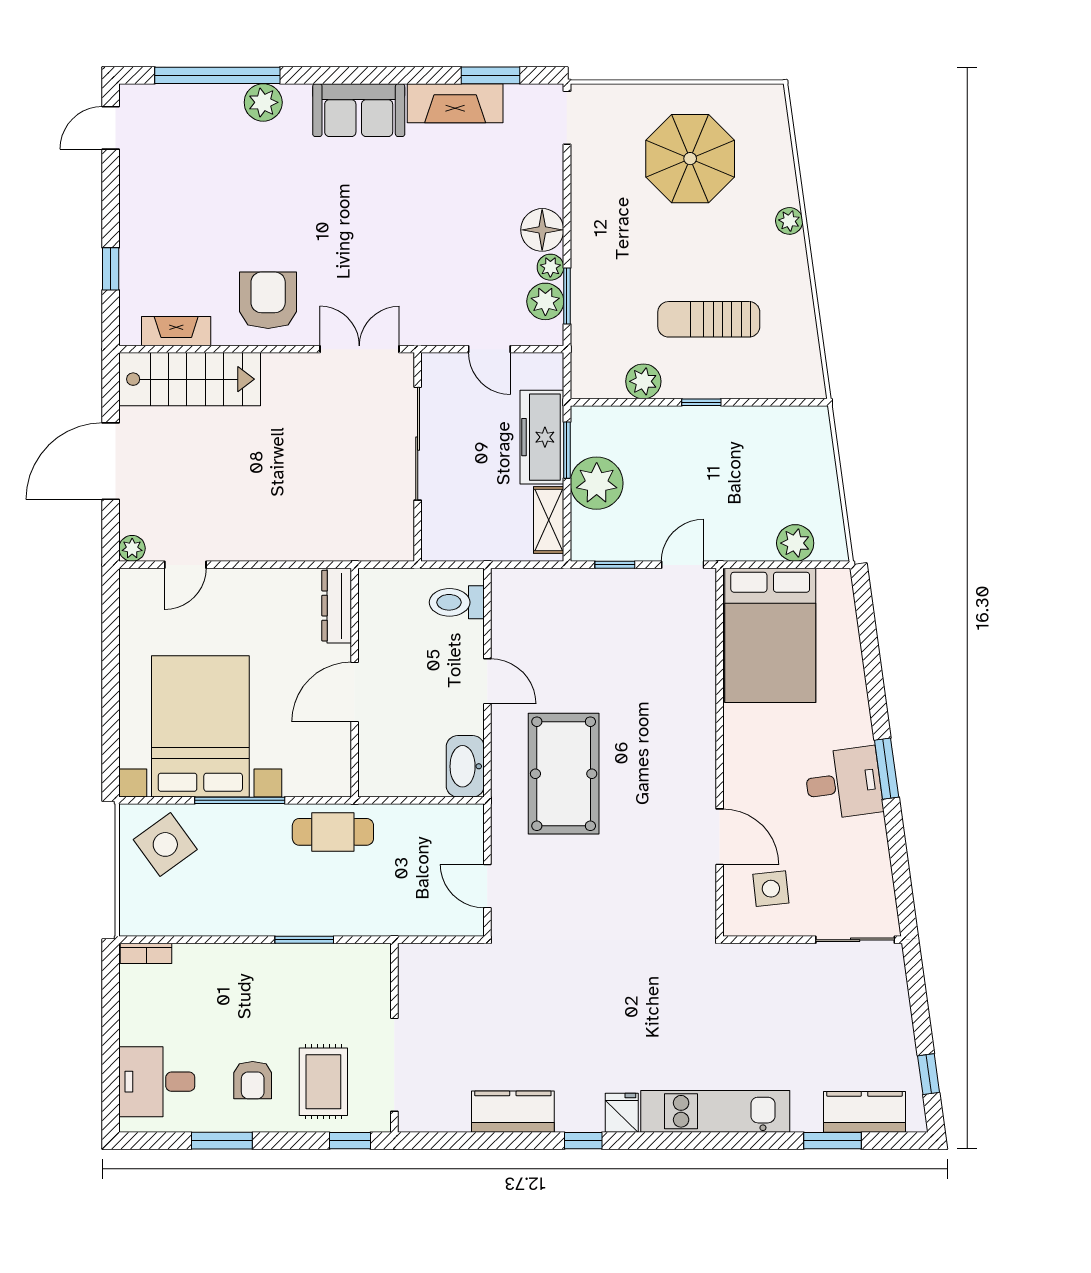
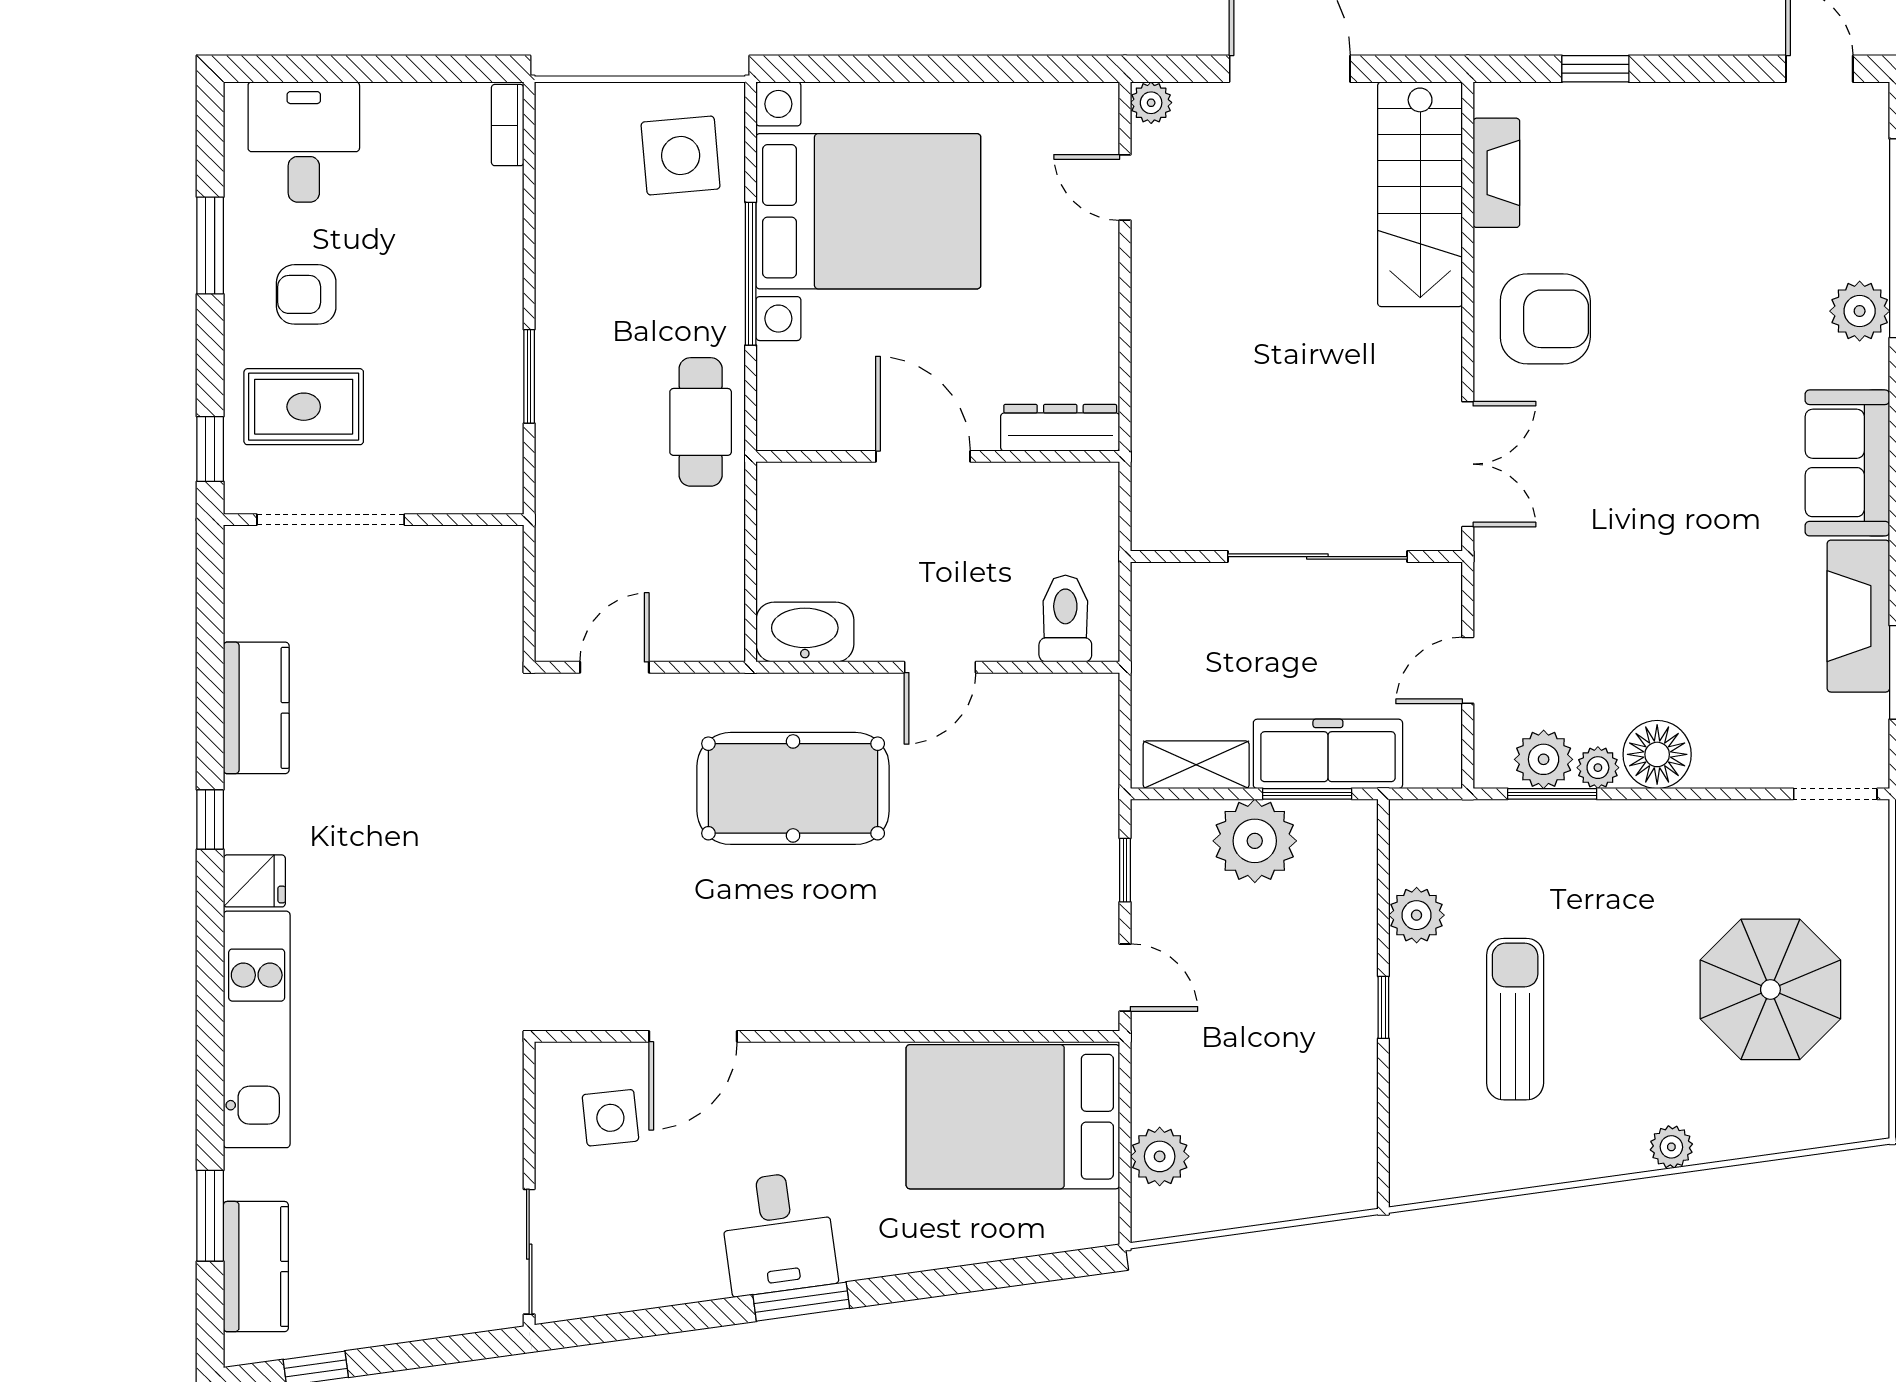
side table: (165, 844) -> (681, 156), turned 31

